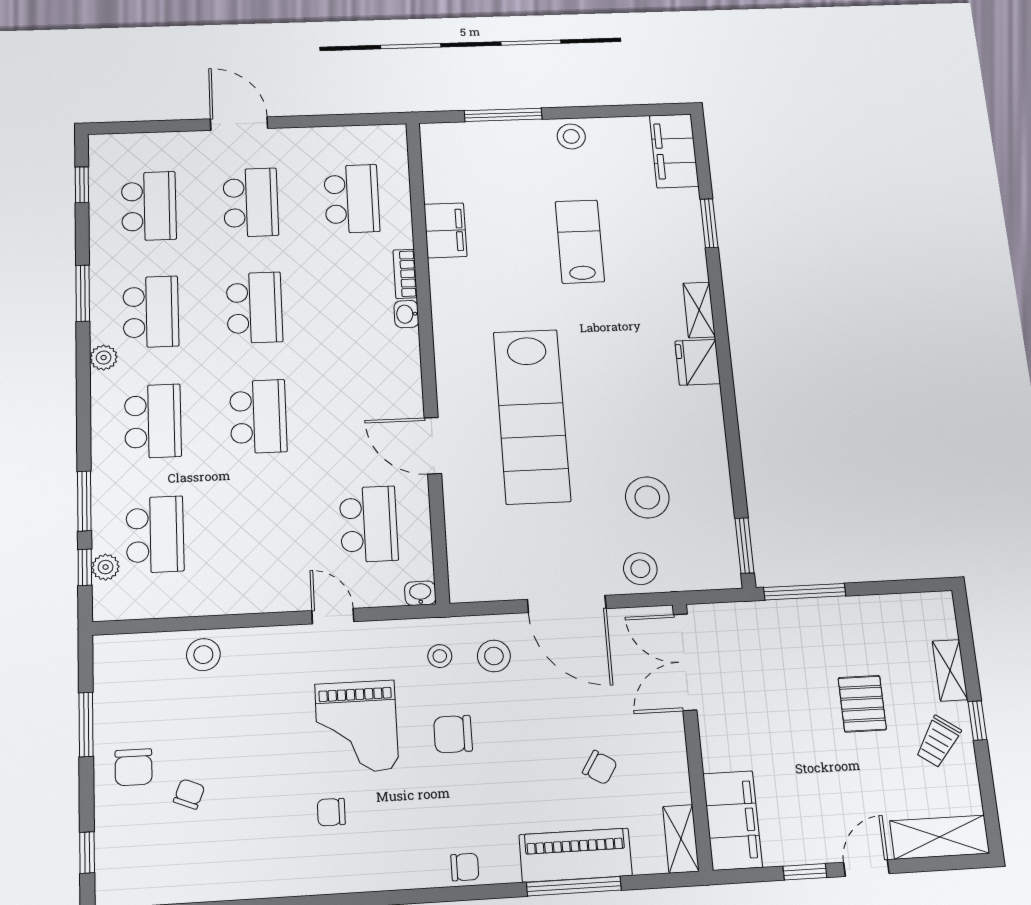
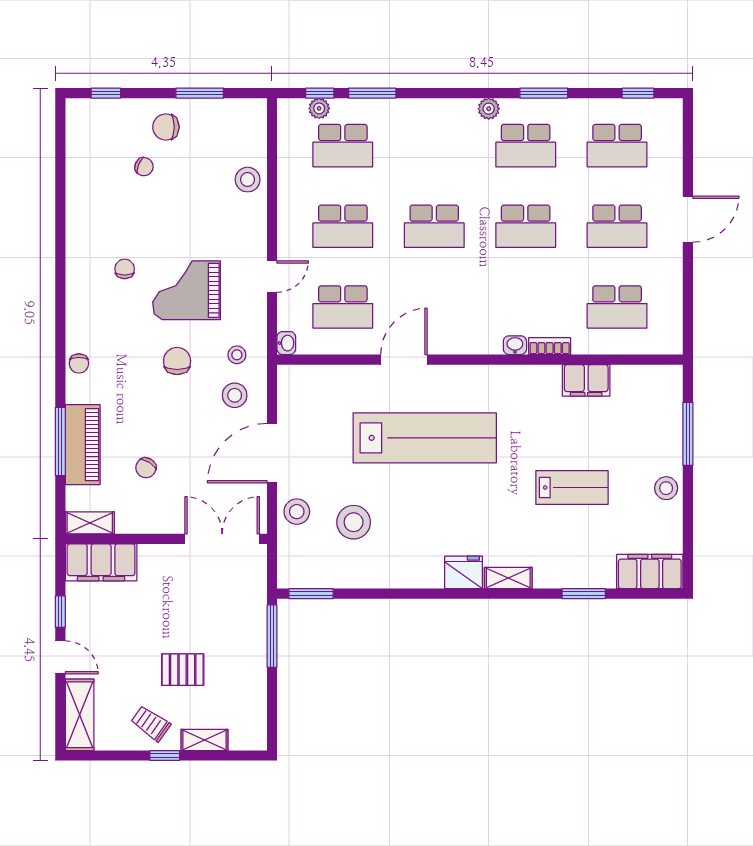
lab bench: (532, 416) -> (425, 438), turned 180
school desk: (153, 421) -> (343, 226), moved

